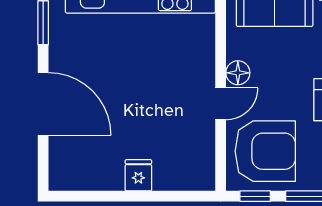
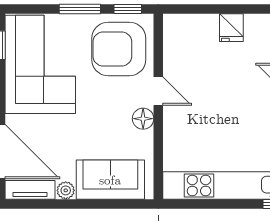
door: (221, 104) -> (158, 91), swing flipped

